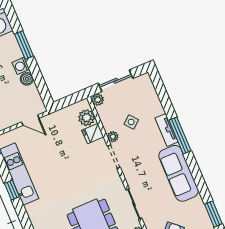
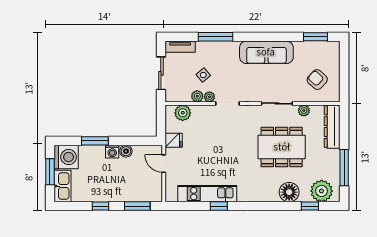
plant: (98, 100) -> (197, 96), moved
door: (30, 120) -> (164, 164), swing flipped
tv unit: (167, 130) -> (180, 47), moved
fridge: (93, 133) -> (174, 140), moved, turned -90
window: (180, 136) -> (215, 37), moved

